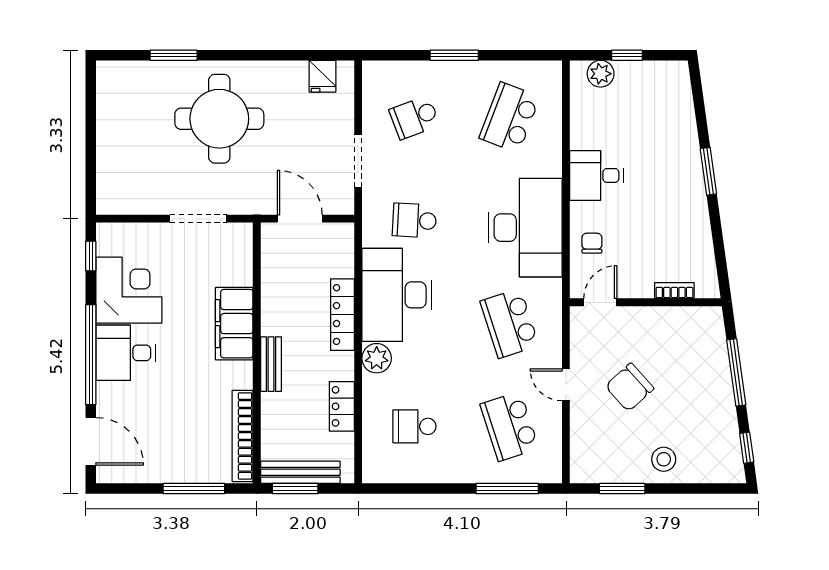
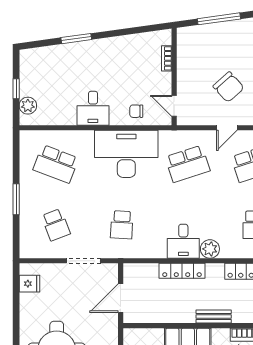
window: (708, 171) -> (76, 39), moved
desk: (397, 295) -> (183, 241), width x0.53, depth x0.77

